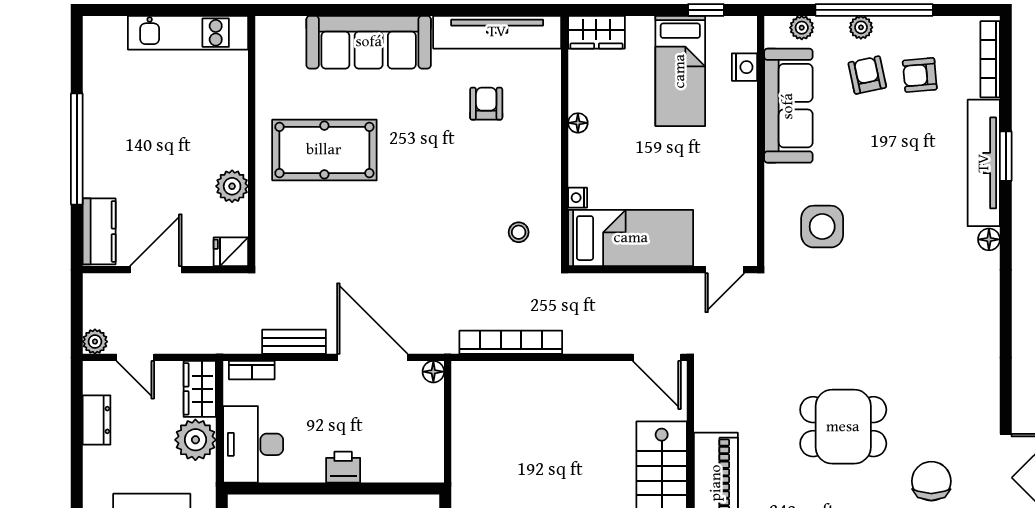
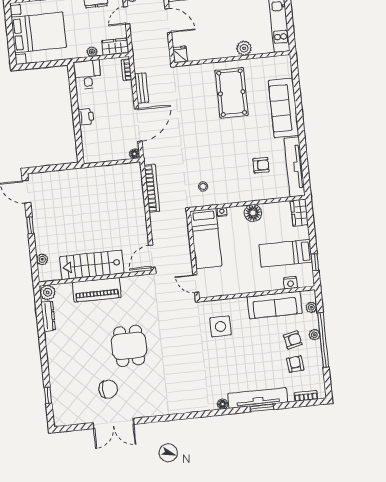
bookcase: (990, 59) -> (306, 396), width x0.64
floor lamp: (578, 123) -> (253, 213), width x1.89, depth x1.89
plant: (232, 186) -> (244, 48), moved
plant: (195, 440) -> (92, 52), width x0.53, depth x0.53
desk: (253, 444) -> (87, 75), width x0.73

